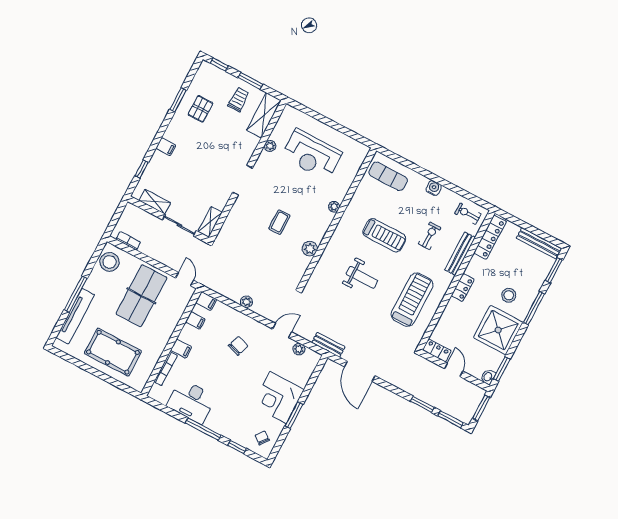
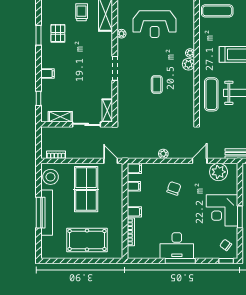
plant: (310, 249) -> (188, 64), moved
exercise mat: (333, 264) -> (211, 94), added
tv unit: (75, 316) -> (47, 213), moved
plant: (299, 349) -> (219, 172), width x1.87, depth x1.87
desk: (191, 401) -> (177, 246), moved
window: (237, 447) -> (226, 261), moved

